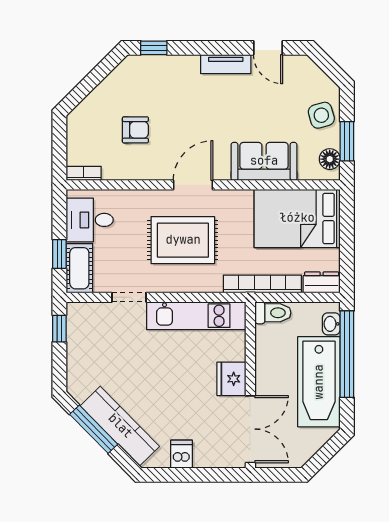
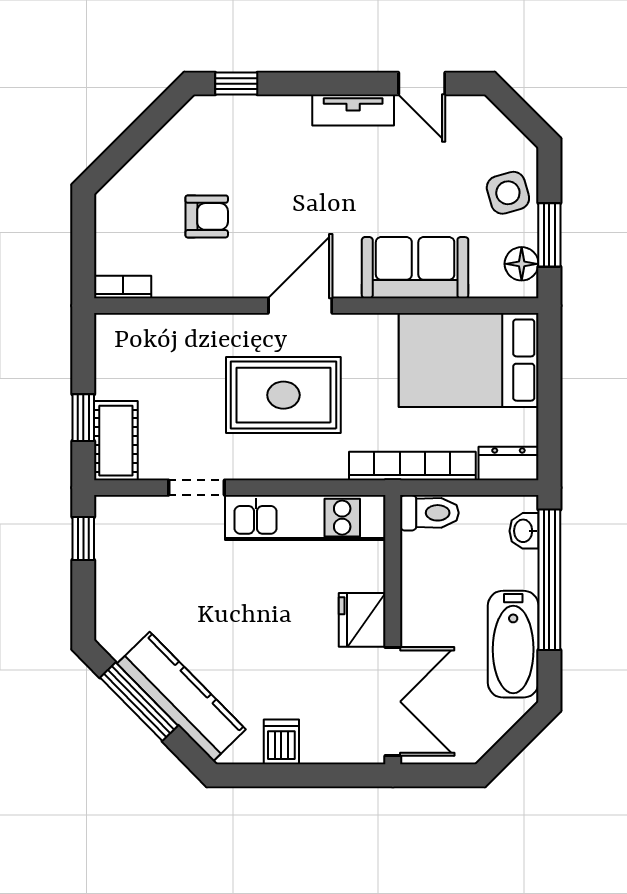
desk: (90, 220) -> (132, 362), removed
bathtub: (319, 382) -> (513, 644), width x0.73, depth x0.73

